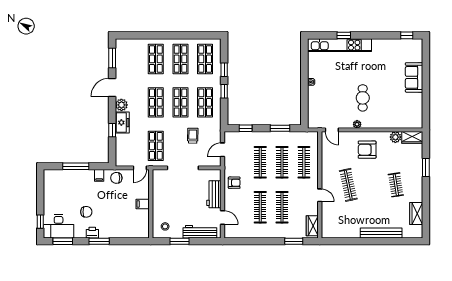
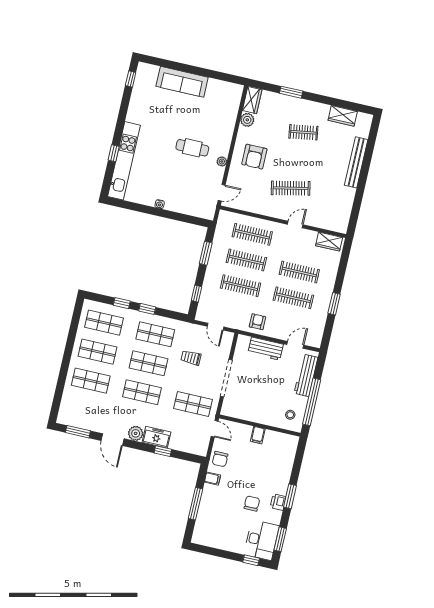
sofa: (414, 77) -> (182, 82), width x1.36
window: (179, 241) -> (312, 402), width x2.11
window: (294, 241) -> (334, 304), moved

